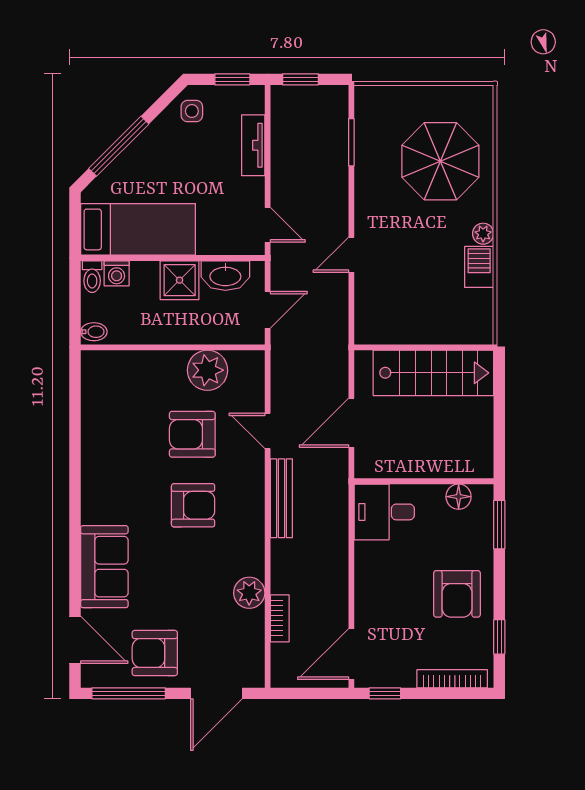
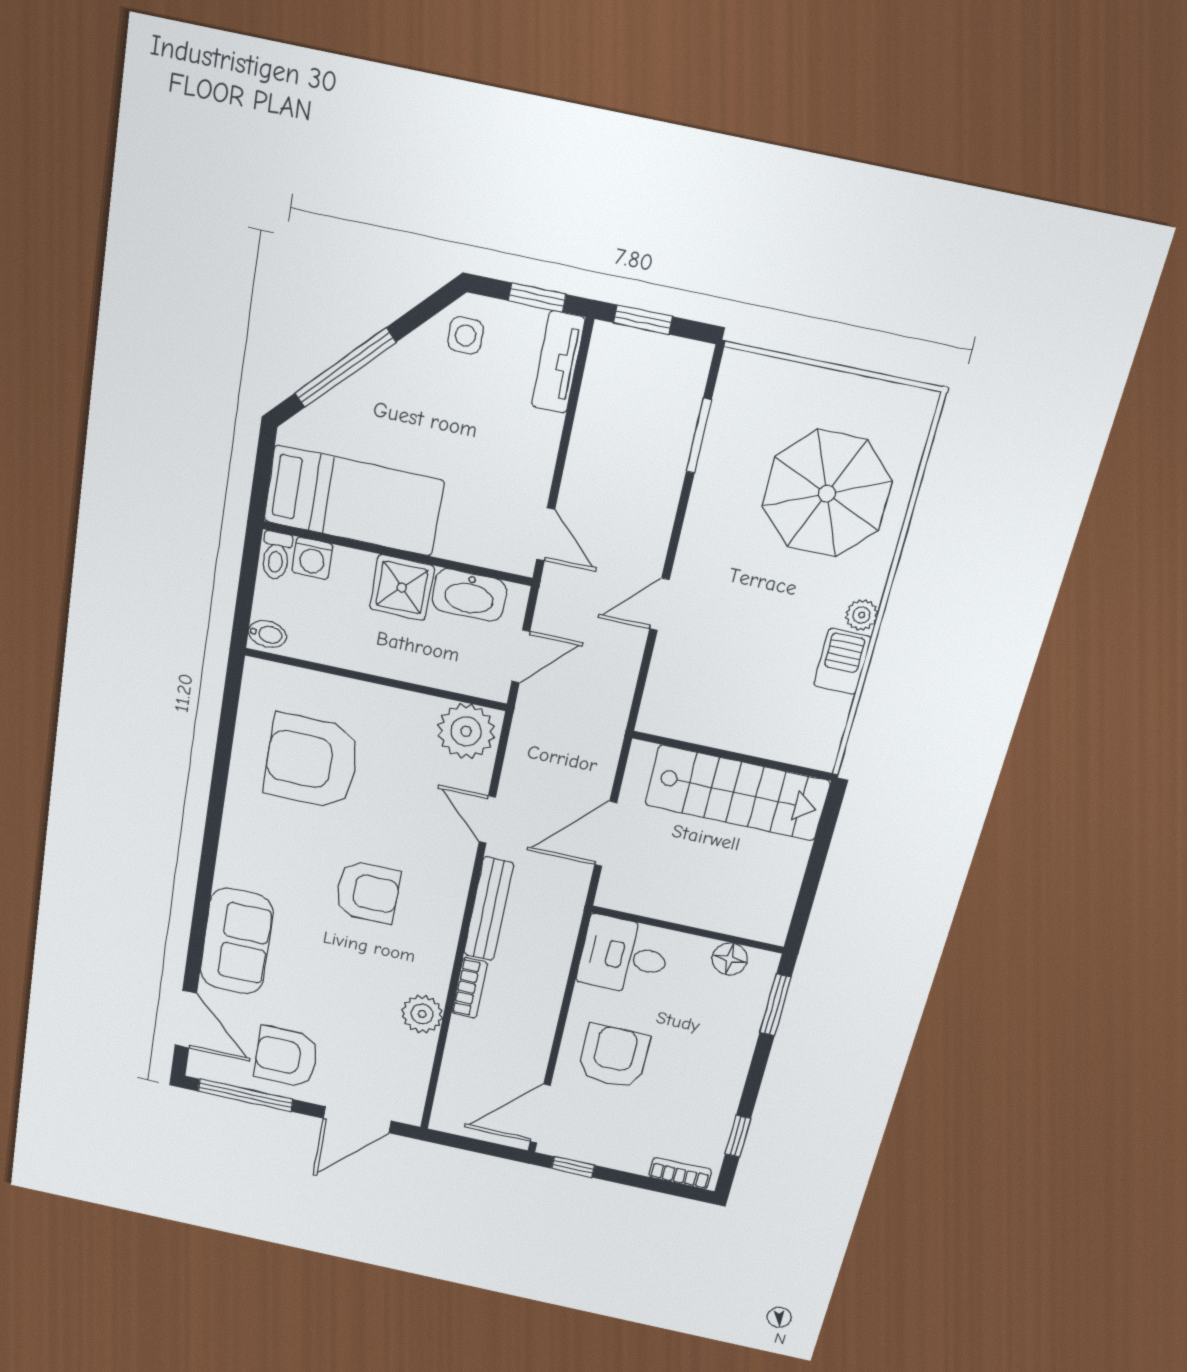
tv unit: (253, 145) -> (558, 362), moved
plant: (207, 370) -> (466, 731), moved
armchair: (192, 434) -> (312, 762), moved, width x1.36, depth x1.36
armchair: (457, 594) -> (614, 1056), moved, turned 180
bookcase: (280, 618) -> (470, 988), moved
bookcase: (452, 679) -> (680, 1173), width x0.64

